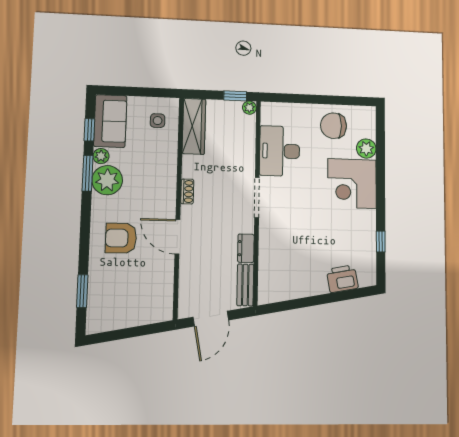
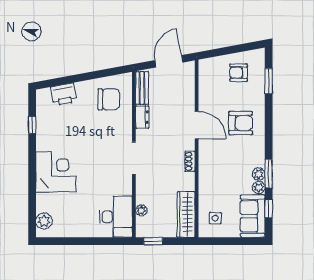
plant: (249, 108) -> (141, 210), moved
chair: (333, 126) -> (109, 99), moved
plant: (366, 149) -> (44, 221), moved
desk: (280, 151) -> (116, 217), moved
plant: (107, 180) -> (259, 174), width x0.53, depth x0.53
armchair: (121, 303) -> (239, 73), added

